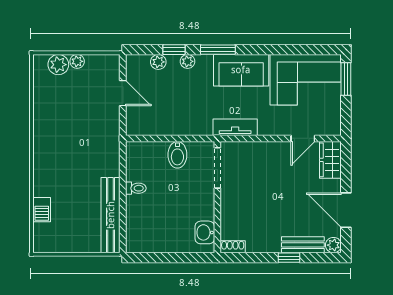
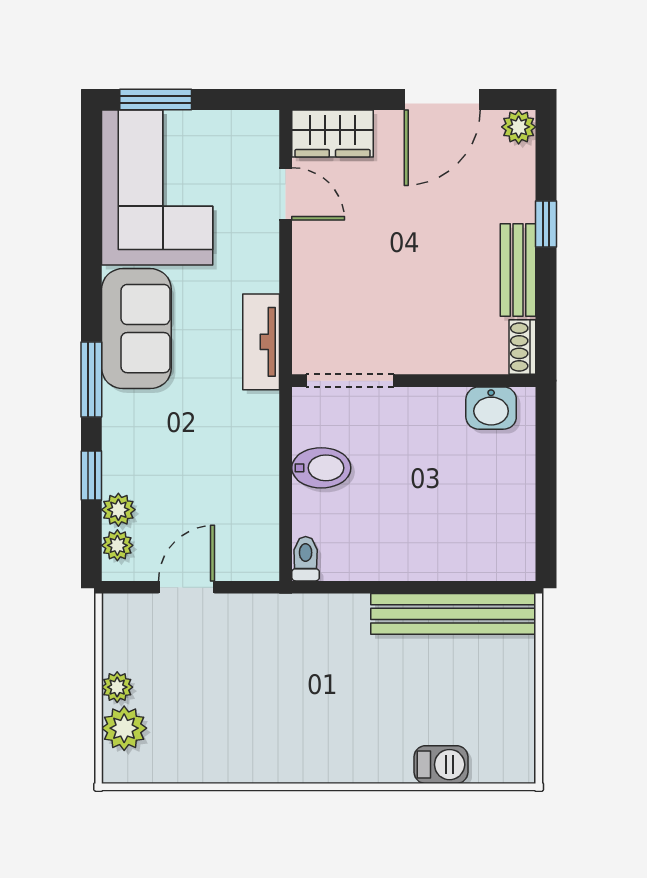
plant: (188, 61) -> (117, 545), moved
toilet: (136, 188) -> (306, 559), moved
bench: (303, 245) -> (518, 270), moved

